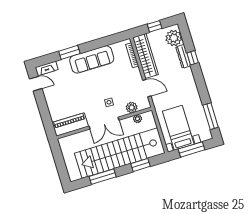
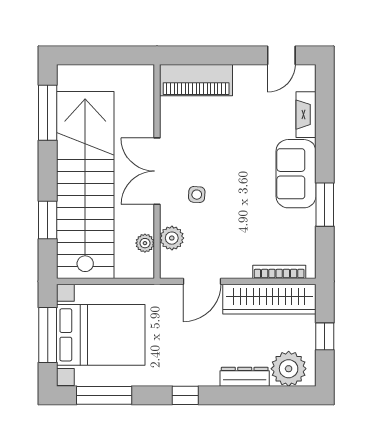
window: (69, 52) -> (325, 205), moved
window: (193, 58) -> (185, 395), moved
sofa: (92, 59) -> (296, 174), width x0.73
fireplace: (47, 68) -> (306, 115), moved
piano: (70, 124) -> (196, 80), moved, turned 90
bed with nightstands: (178, 128) -> (101, 335), width x1.36
window: (103, 177) -> (48, 113), moved

